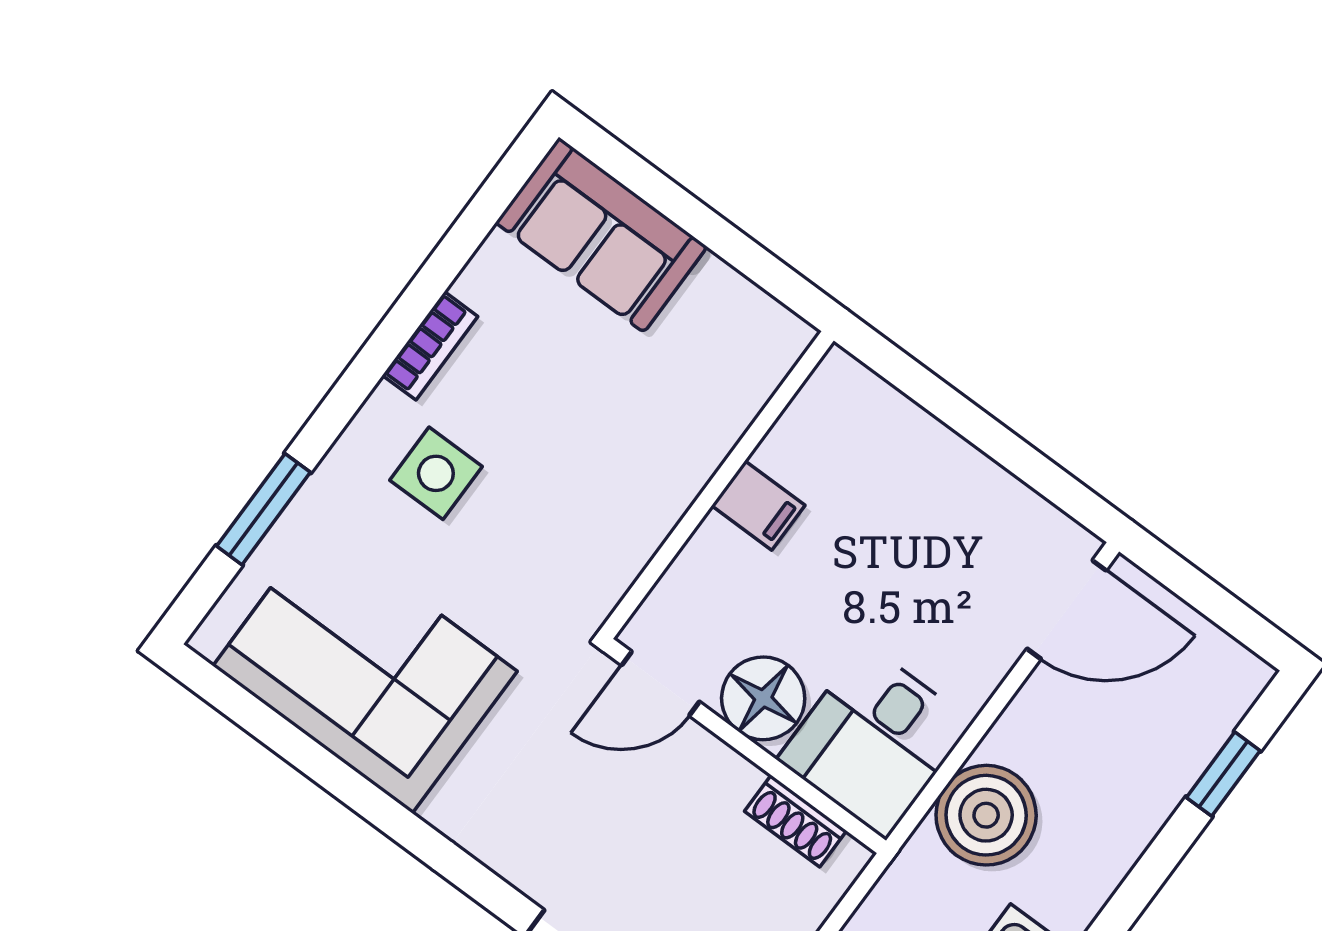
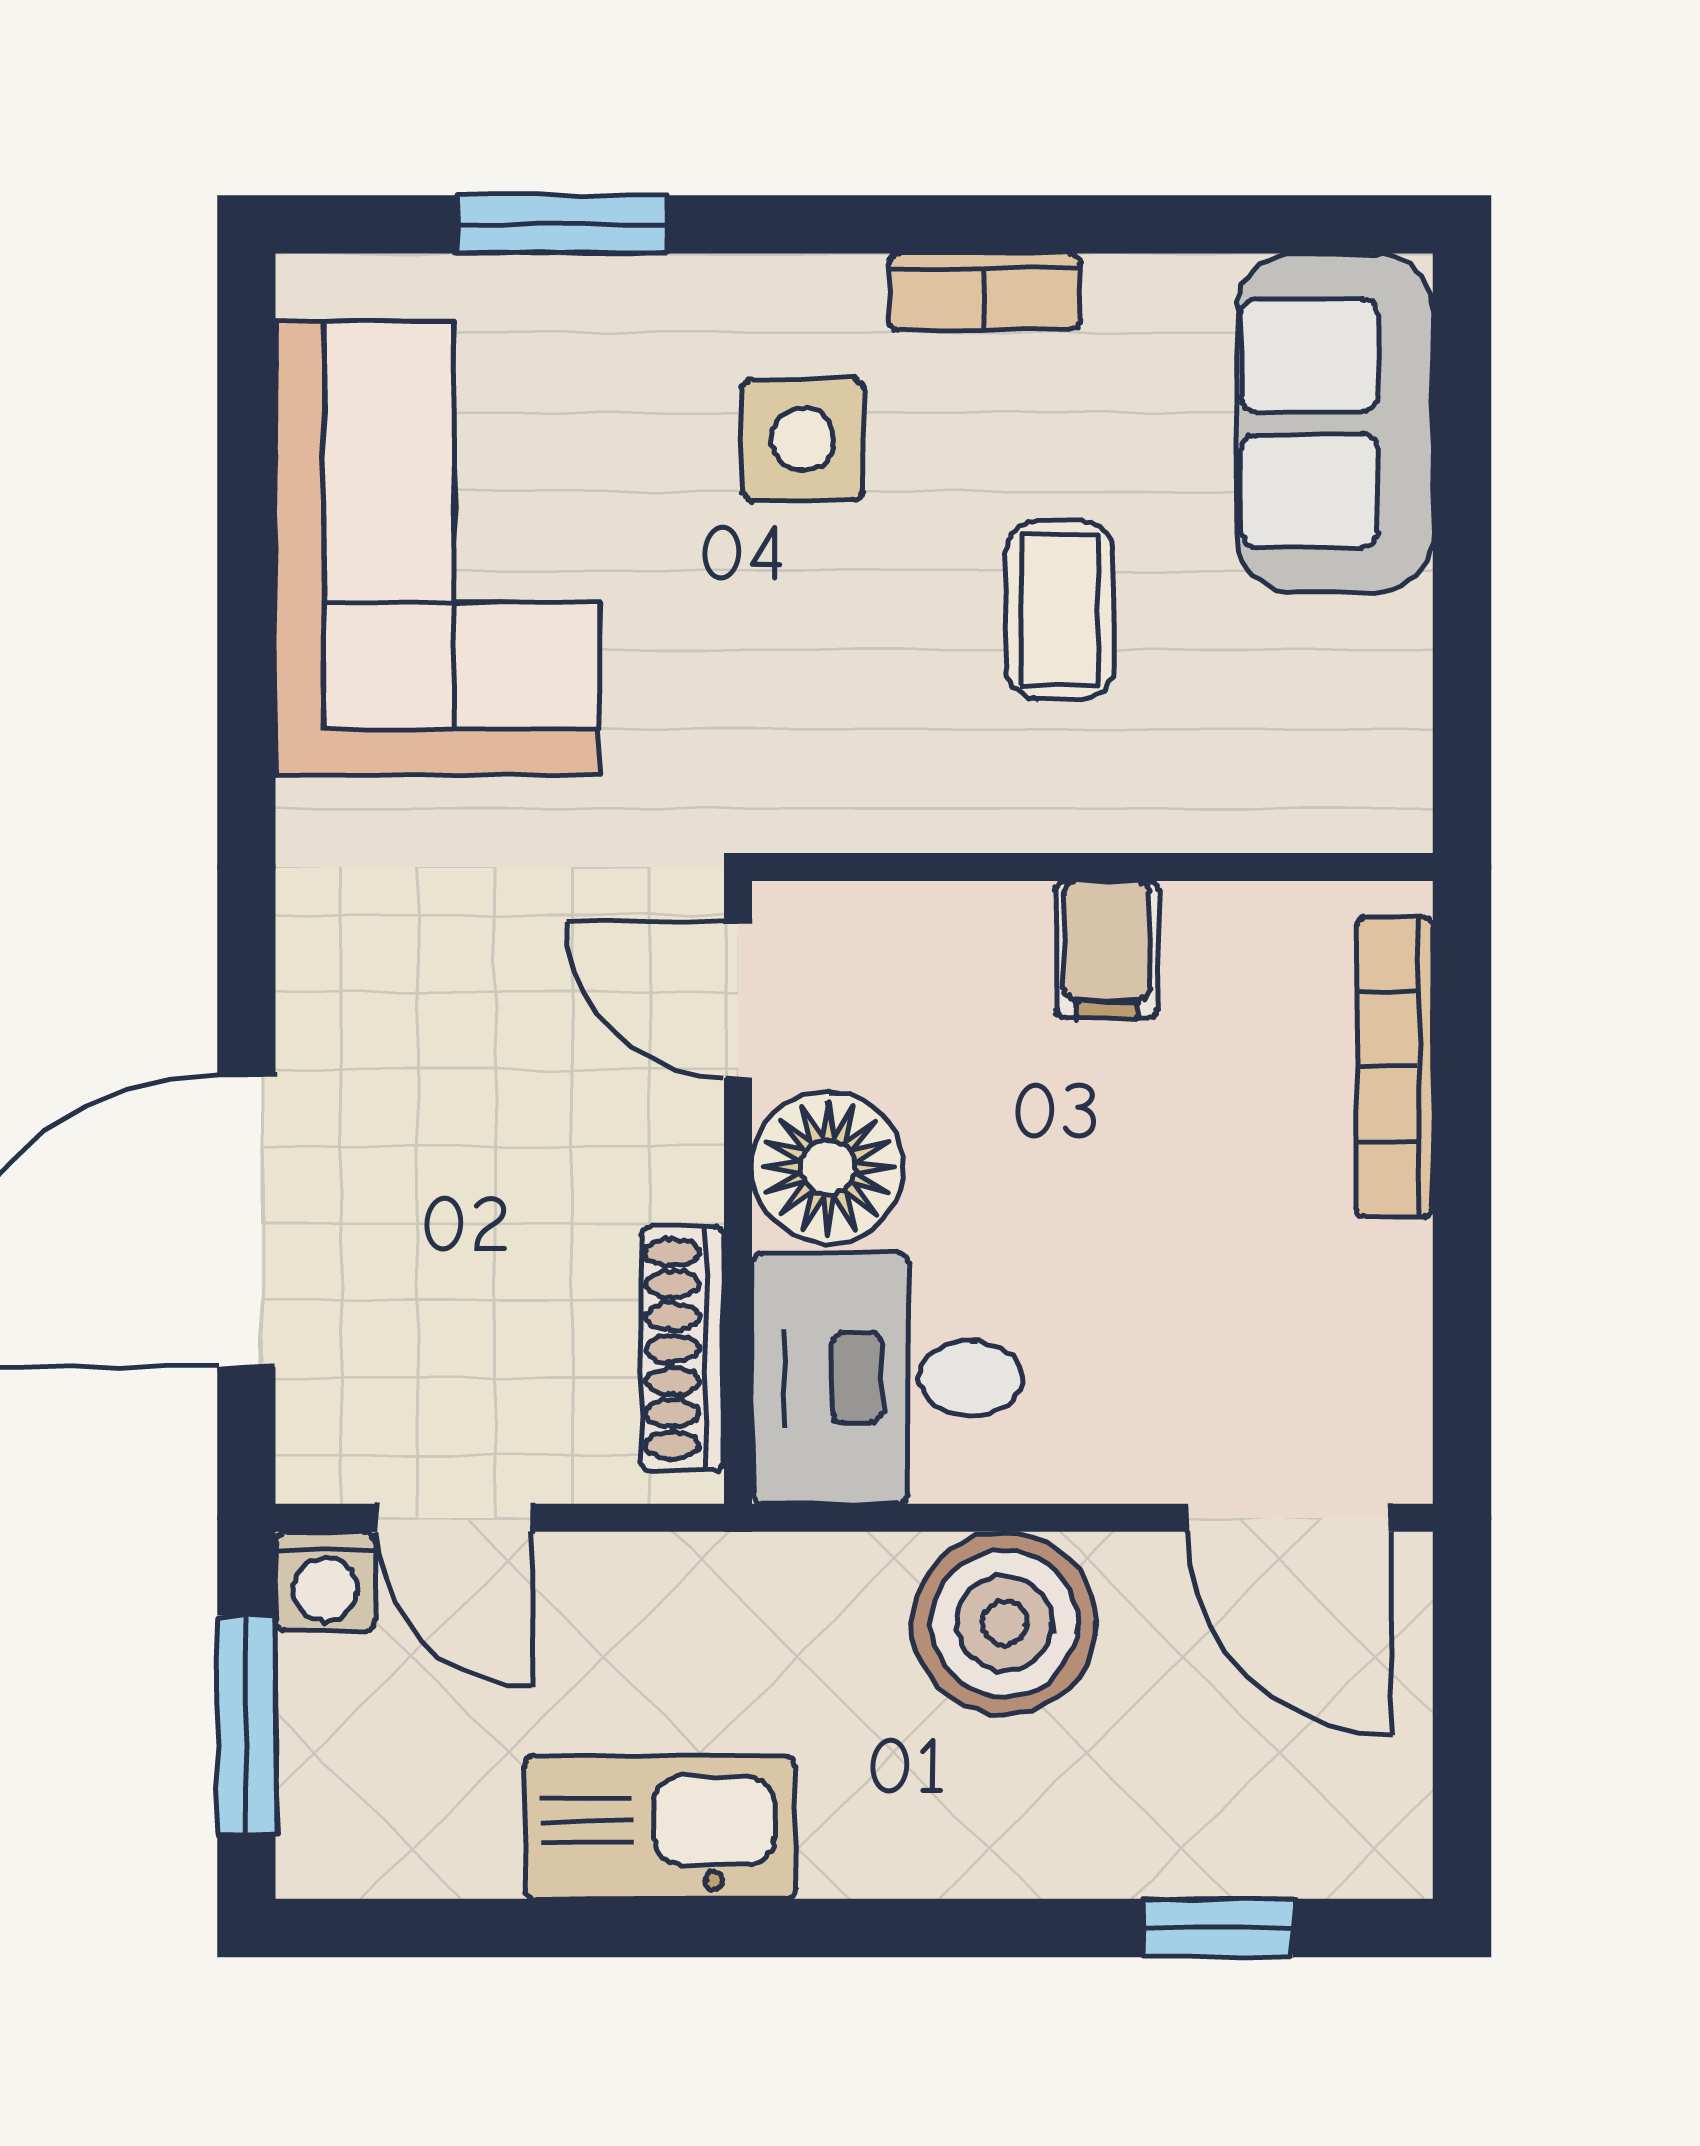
coffee table: (594, 416) -> (1060, 610), added
bookcase: (903, 418) -> (1394, 1067), added
boiler: (986, 815) -> (1004, 1623), moved
shoe rack: (795, 821) -> (682, 1349), width x1.43

